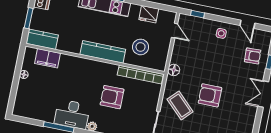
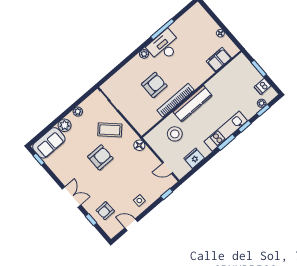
kitchen counter: (42, 39) -> (236, 66), removed
bookcase: (140, 75) -> (176, 100), moved

